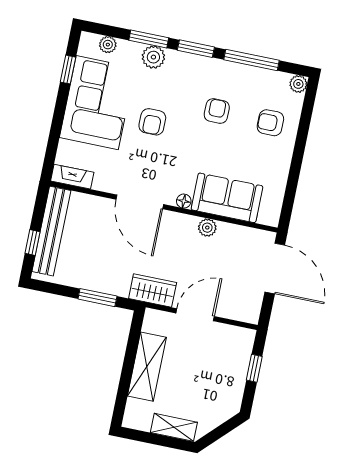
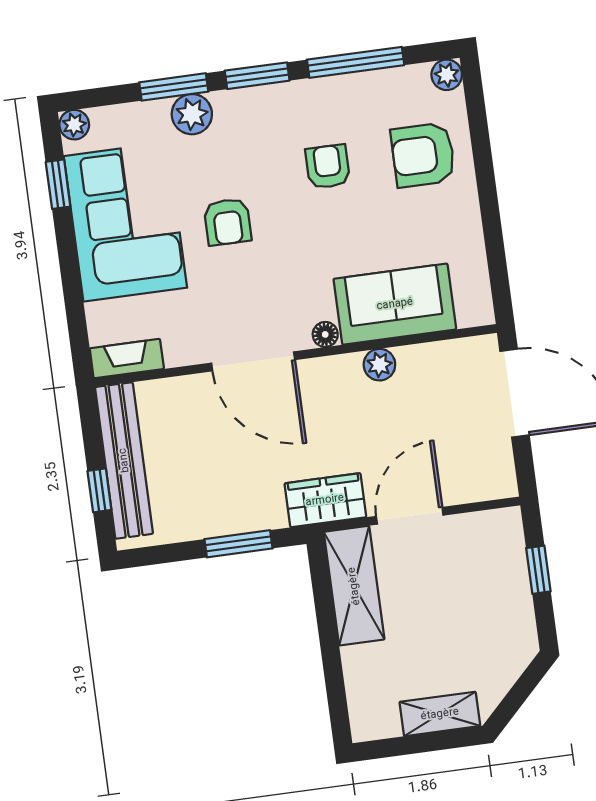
plant: (108, 45) -> (74, 125), moved
armchair: (270, 123) -> (423, 155), width x1.38, depth x1.38
shelving: (147, 367) -> (354, 586), moved

